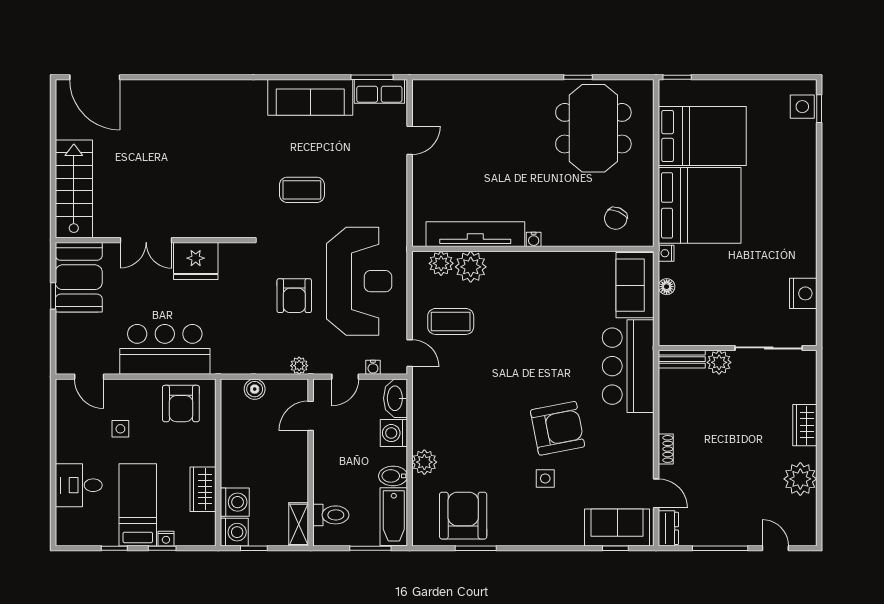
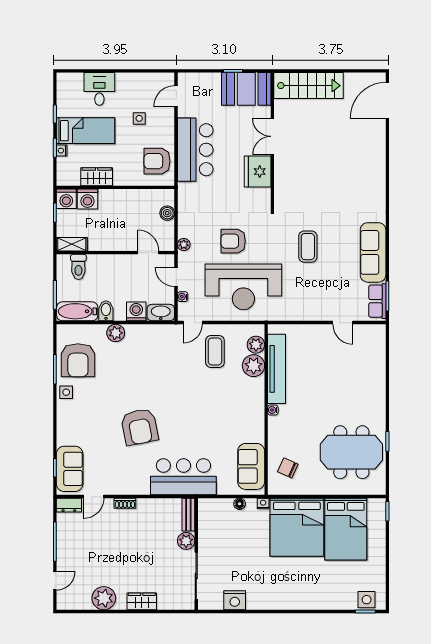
sofa: (635, 285) -> (251, 466), moved, turned -90
side table: (545, 478) -> (66, 392), moved
armchair: (463, 516) -> (78, 360), turned 90

